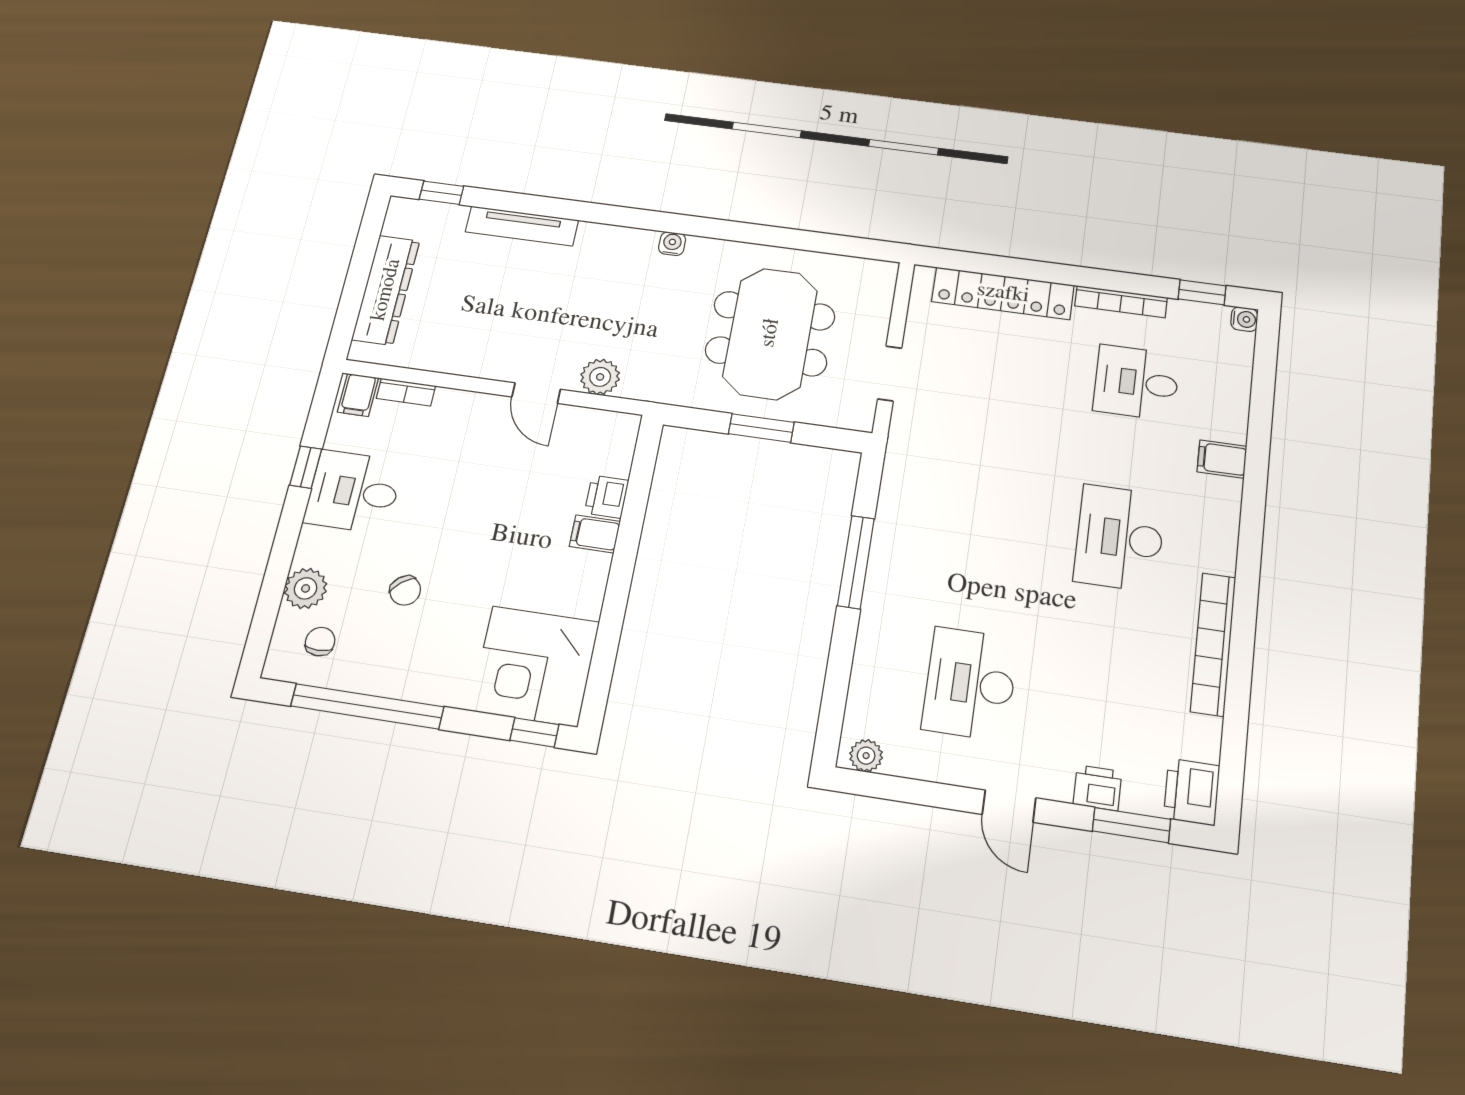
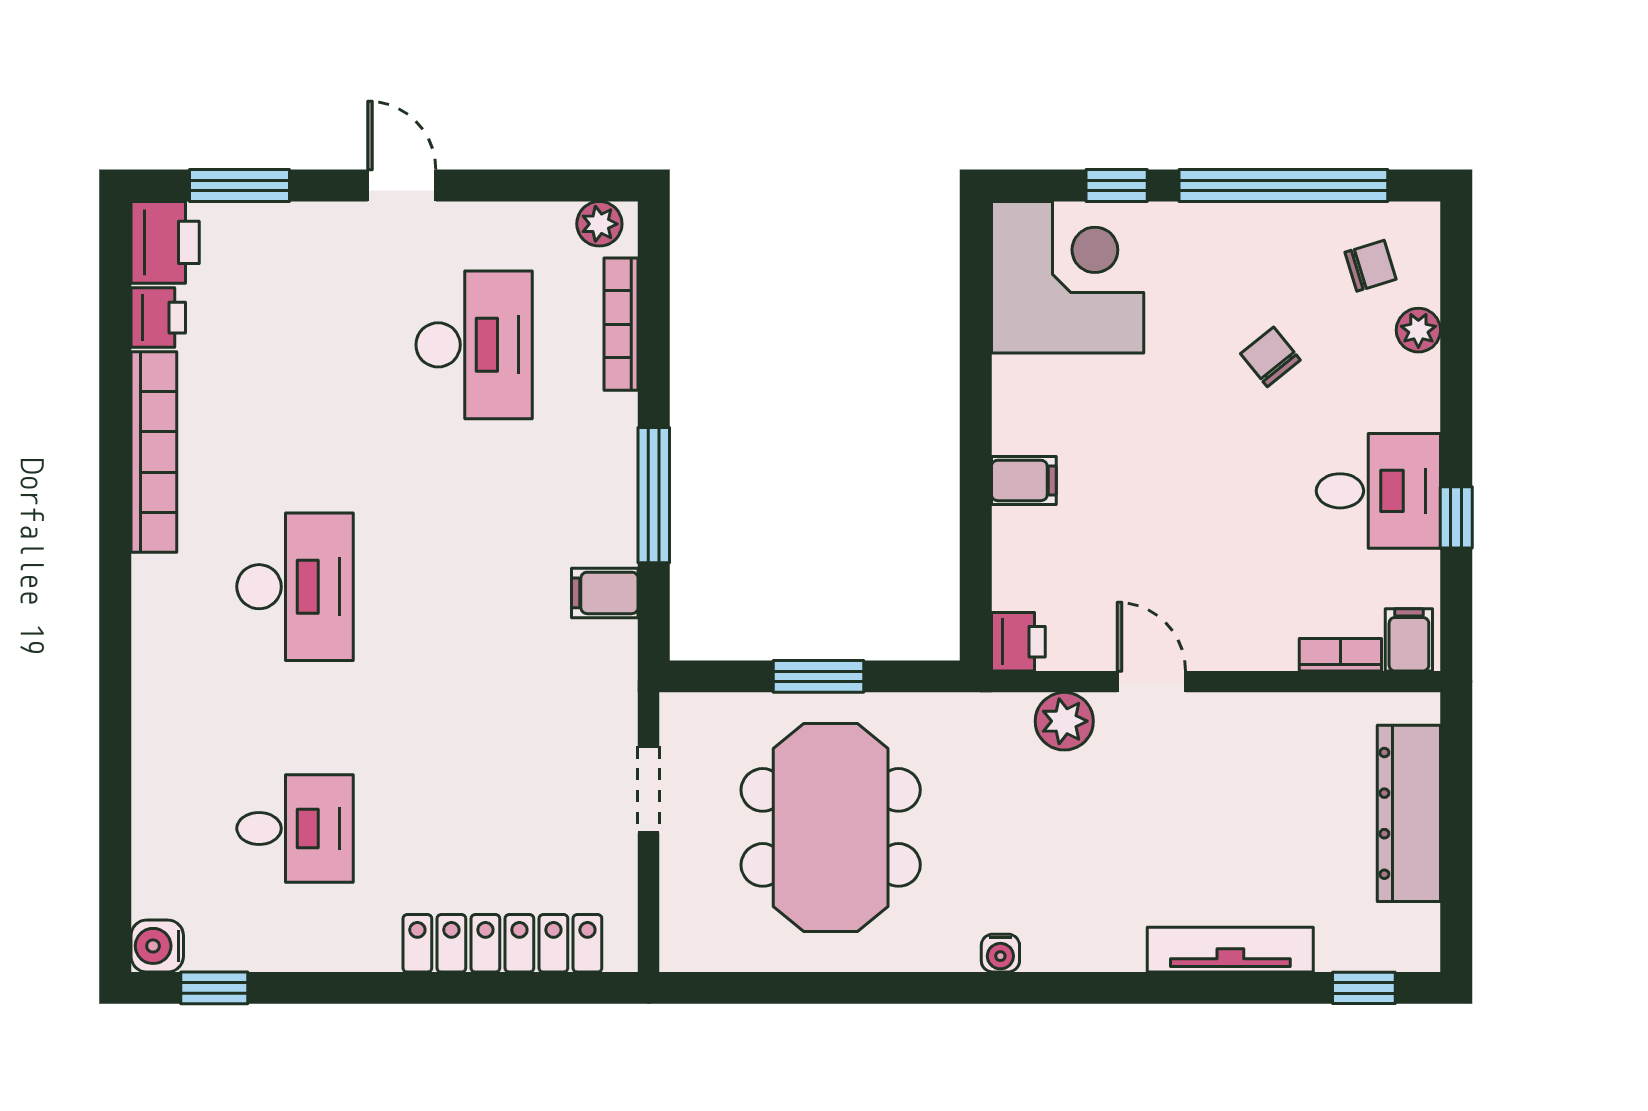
bookcase: (1121, 302) -> (621, 324), moved, turned -90
water cooler: (1244, 319) -> (157, 946), width x1.38, depth x1.38
filing cabinet: (1222, 459) -> (605, 593), moved, turned 180
printer: (607, 497) -> (1018, 642), moved
plant: (306, 588) -> (1418, 330), width x0.73, depth x0.73
chair: (320, 642) -> (1371, 266), turned -107
window: (534, 732) -> (1117, 185), moved
printer: (1098, 788) -> (158, 318), moved, turned -90

